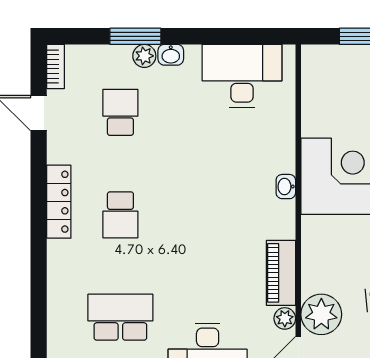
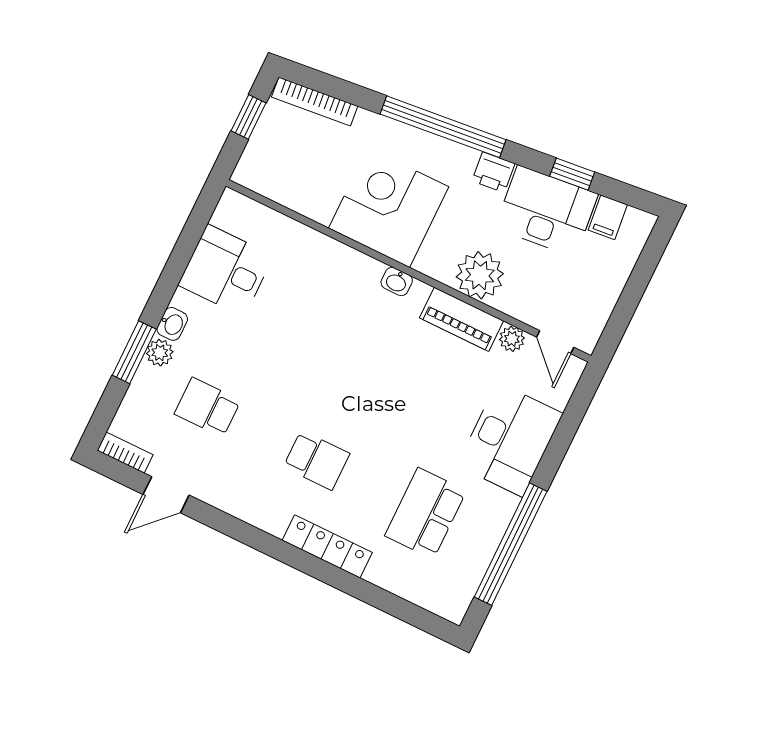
desk: (242, 76) -> (226, 270), width x0.73
washbasin: (286, 187) -> (397, 282), moved
locker: (59, 202) -> (327, 546), moved
plant: (321, 314) -> (480, 275), moved

